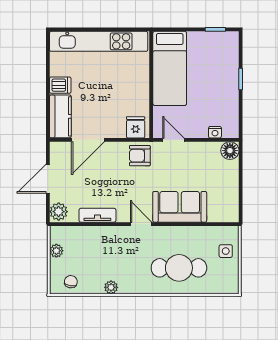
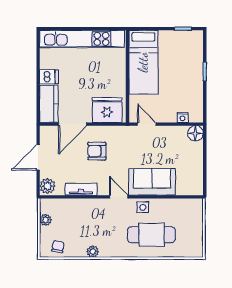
fridge: (136, 127) -> (107, 110), width x1.88, depth x1.34
armchair: (140, 156) -> (97, 151), moved
side table: (226, 251) -> (143, 207), moved

